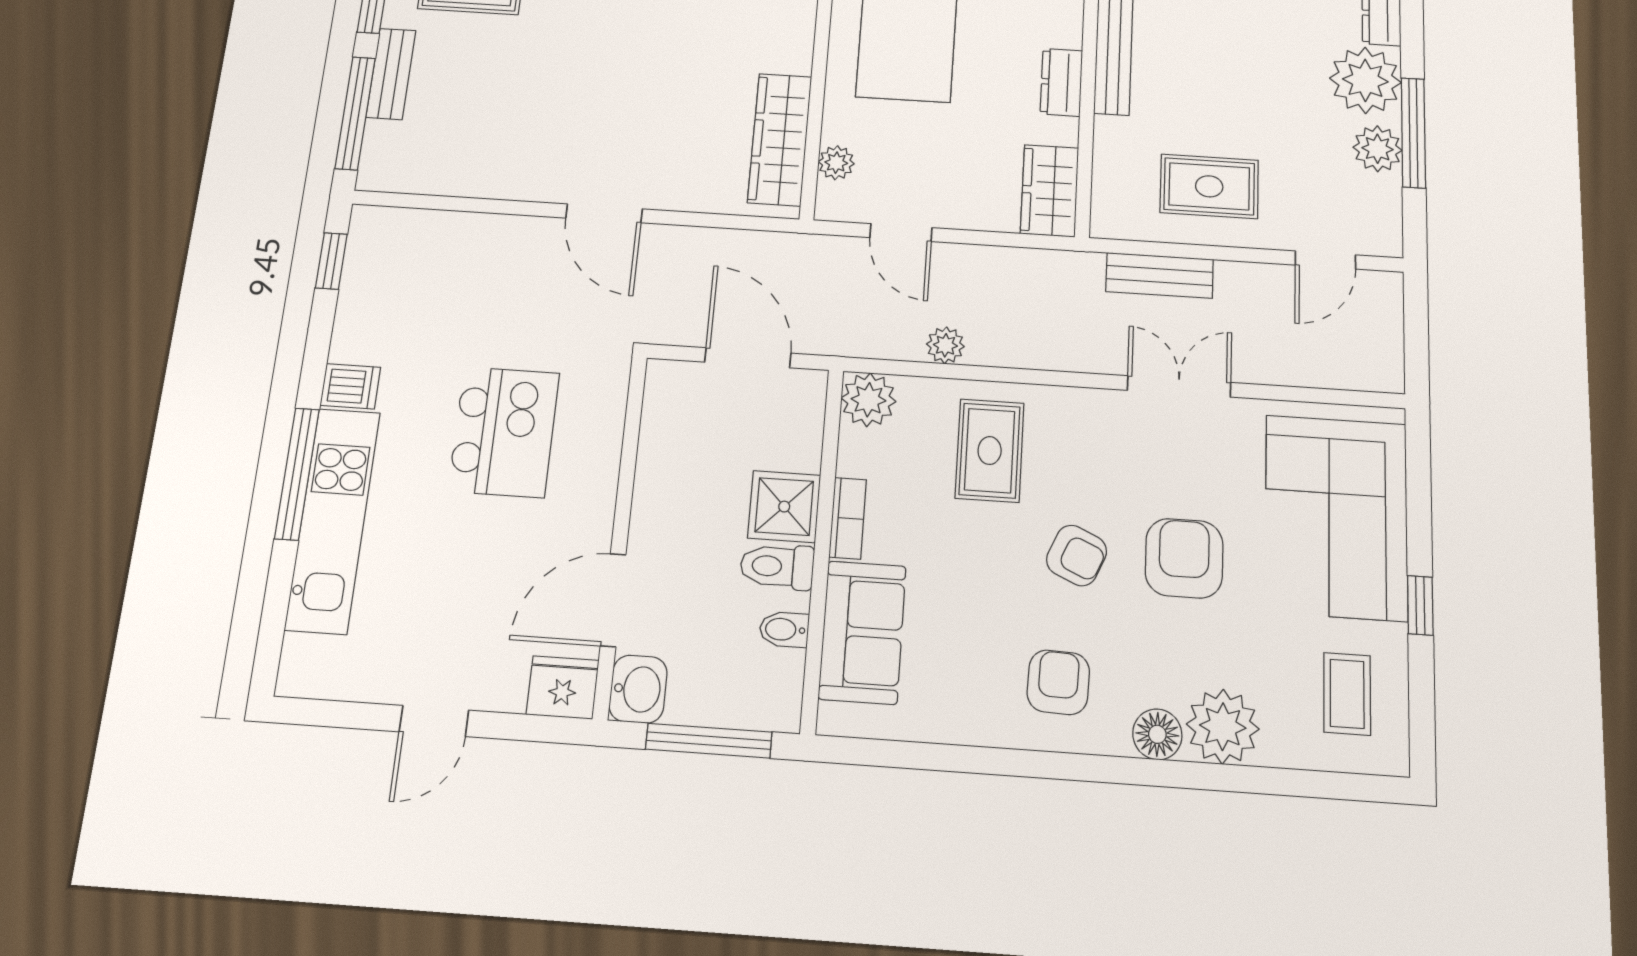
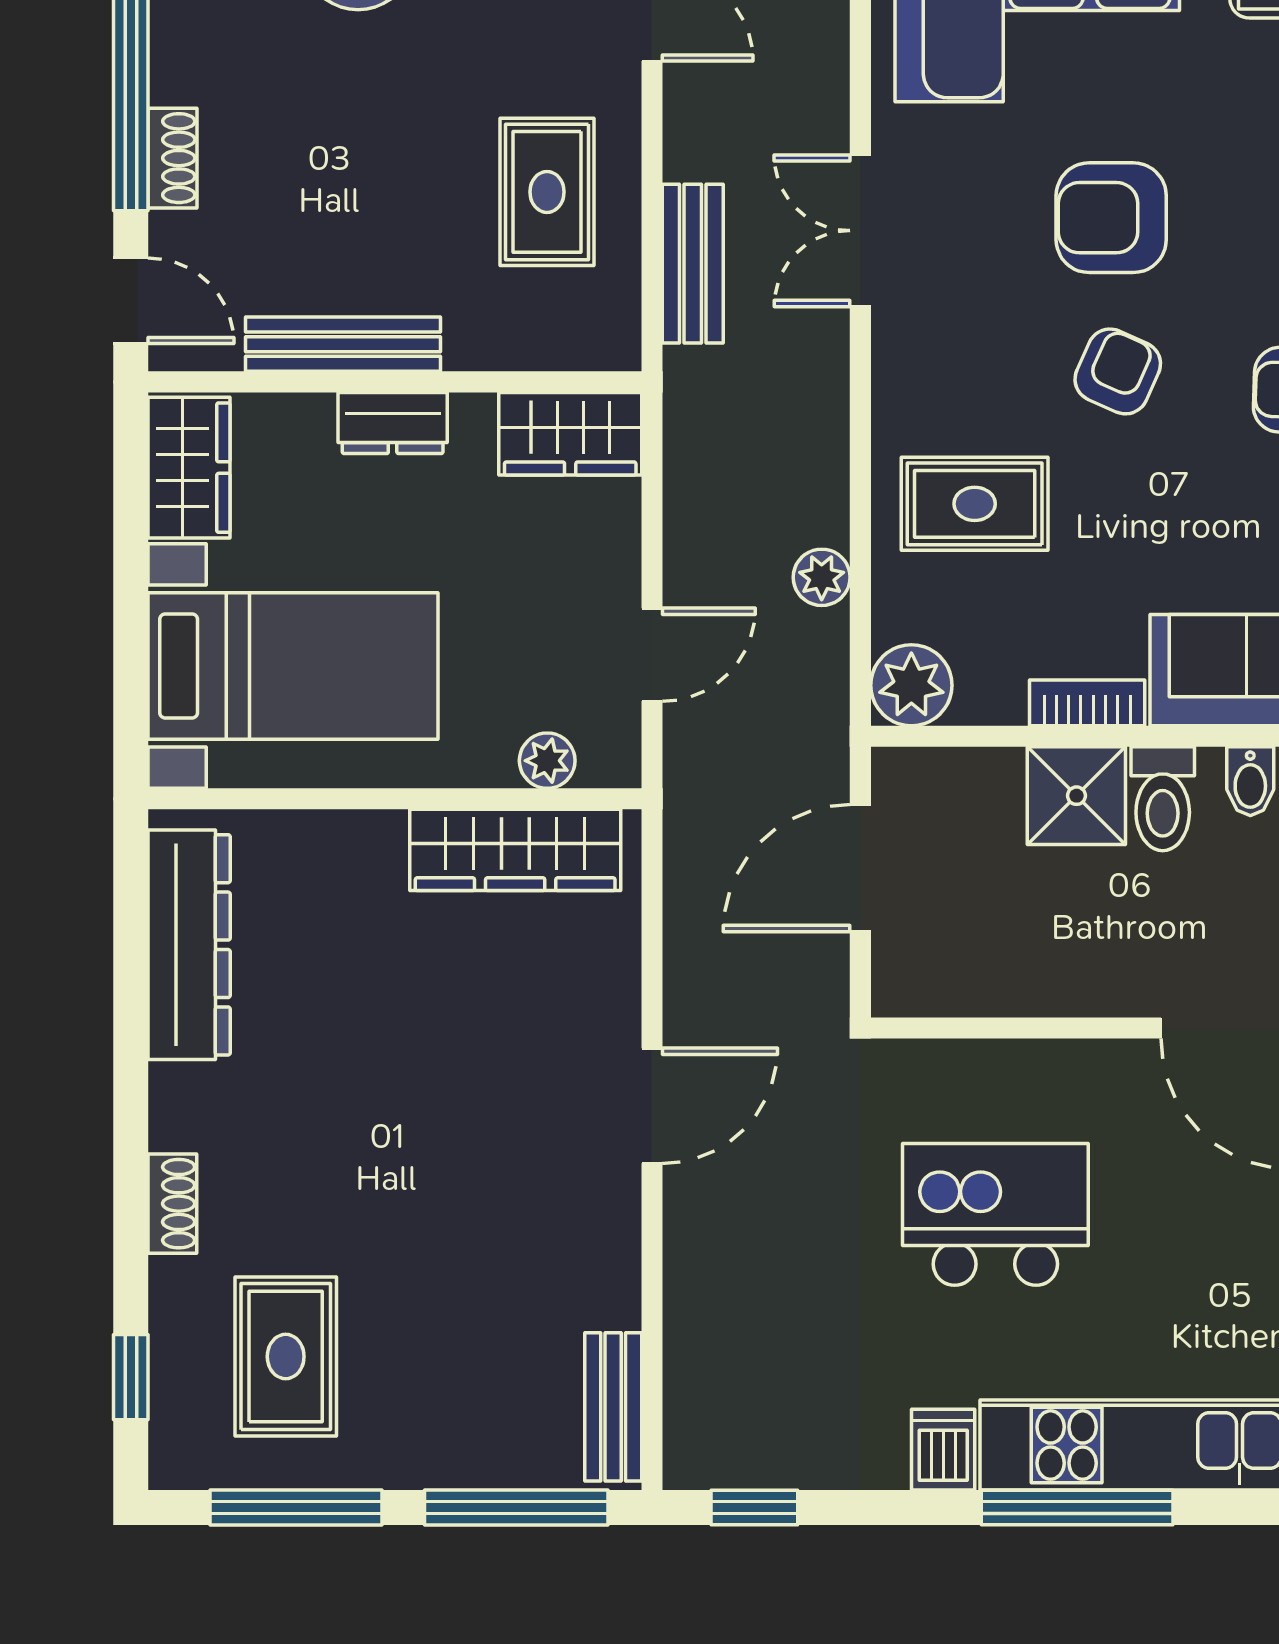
bench: (391, 74) -> (613, 1407), moved, turned 90

